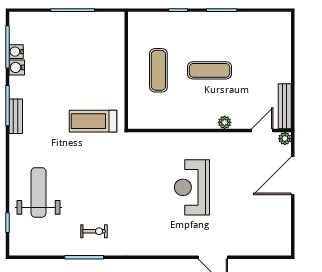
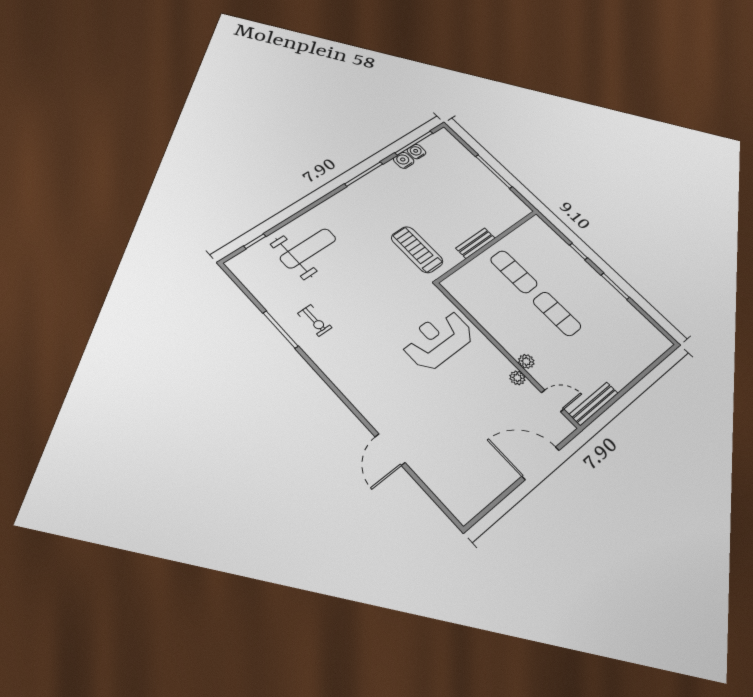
exercise mat: (158, 70) -> (514, 272), turned 90
bench: (16, 116) -> (476, 243), moved
plant: (285, 139) -> (517, 378), moved
reception desk: (192, 187) -> (438, 340), moved

